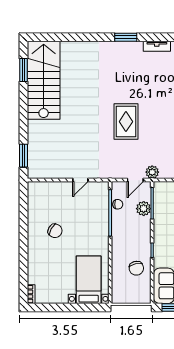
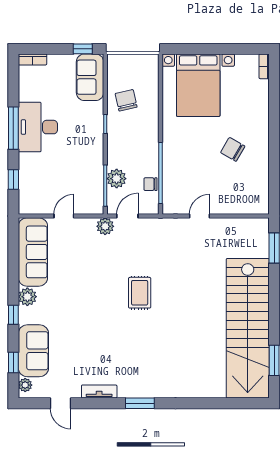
stairs: (44, 80) -> (248, 328), width x1.36
rug: (126, 122) -> (140, 293), width x0.73, depth x0.70
bed with nightstands: (89, 280) -> (198, 85), width x1.36

